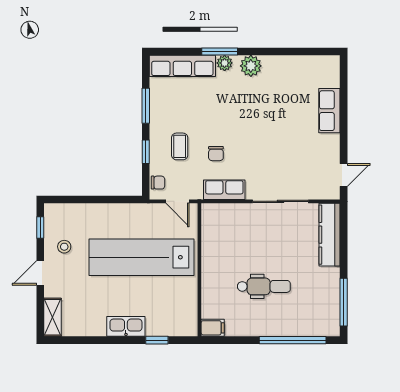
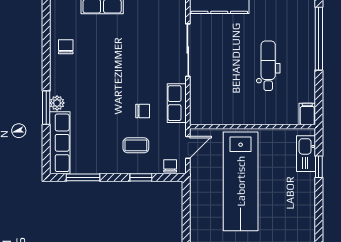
plant: (251, 66) -> (60, 78), removed
chair: (284, 72) -> (66, 47), added
window: (146, 106) -> (83, 177), moved
kitchen sink: (126, 326) -> (306, 154), moved

